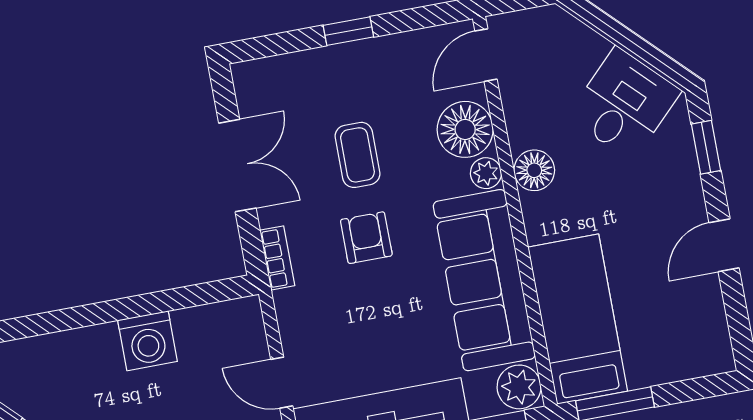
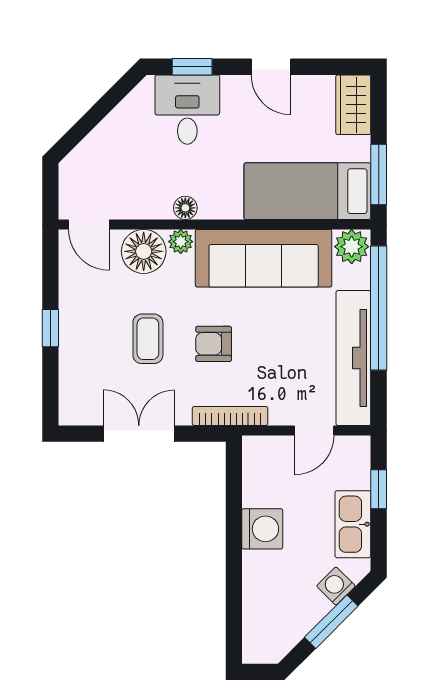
desk: (624, 104) -> (187, 110), moved, turned 45
coffee table: (357, 155) -> (148, 339), turned 90
floor lamp: (534, 170) -> (185, 208), width x0.73, depth x0.73
bookcase: (277, 258) -> (230, 416), width x1.56
wardrobe: (696, 356) -> (353, 105), added

